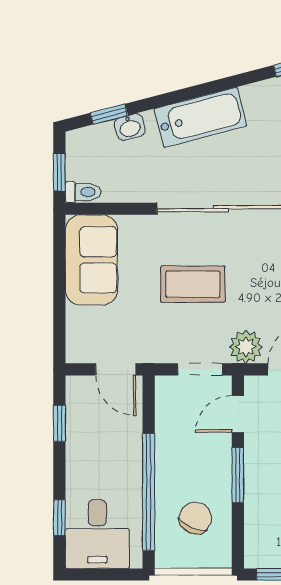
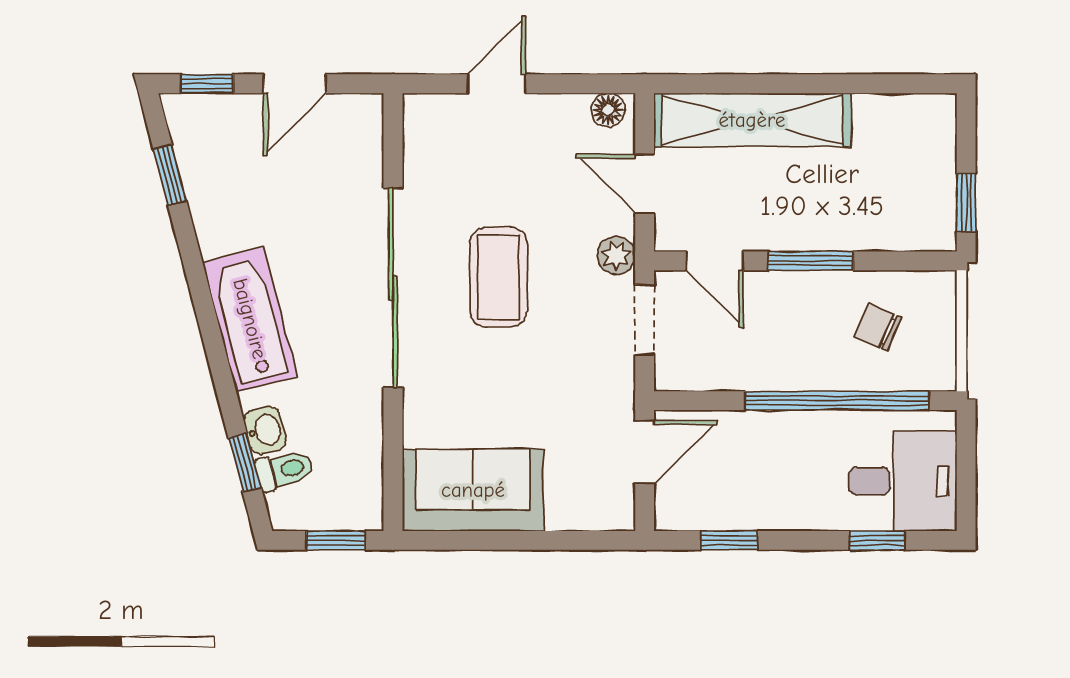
toilet: (83, 192) -> (285, 470), moved, turned 75
coffee table: (193, 284) -> (499, 277), moved
plant: (246, 347) -> (616, 255), width x0.73, depth x0.73
chair: (195, 518) -> (878, 327), width x0.73, depth x0.73

